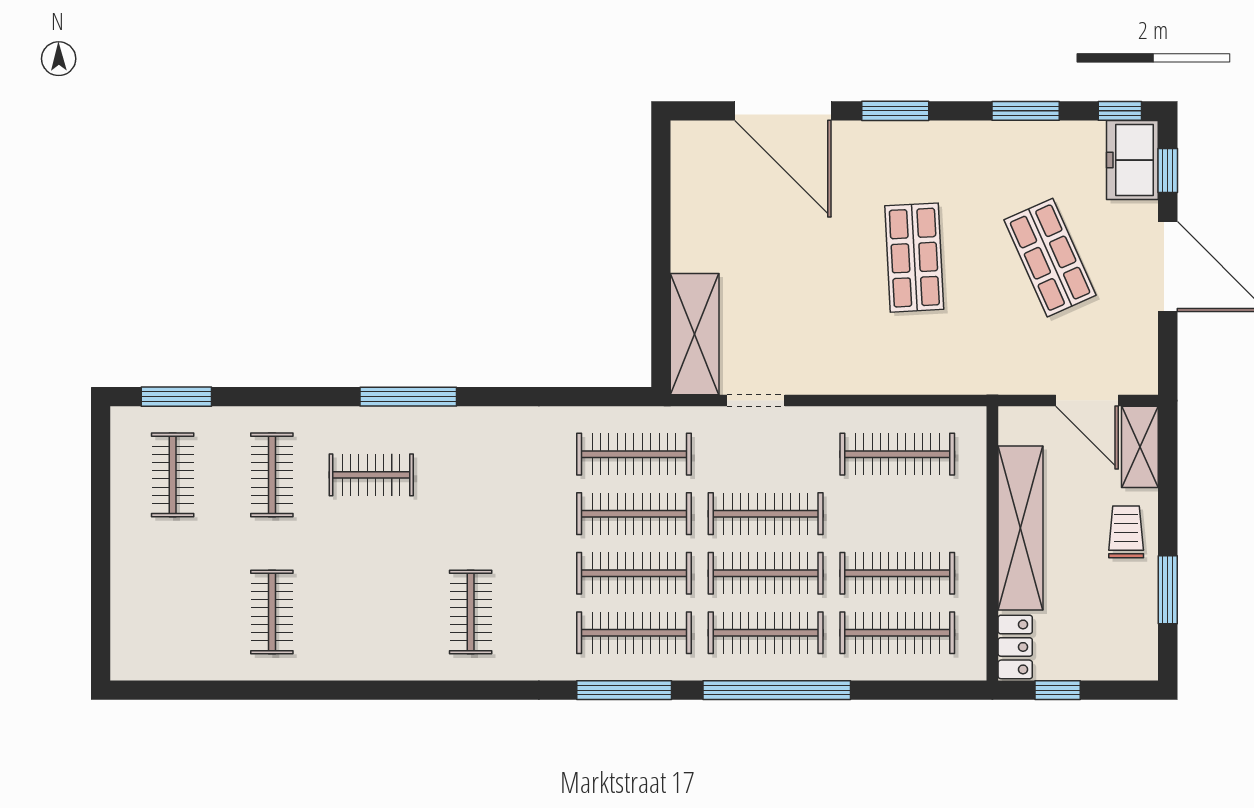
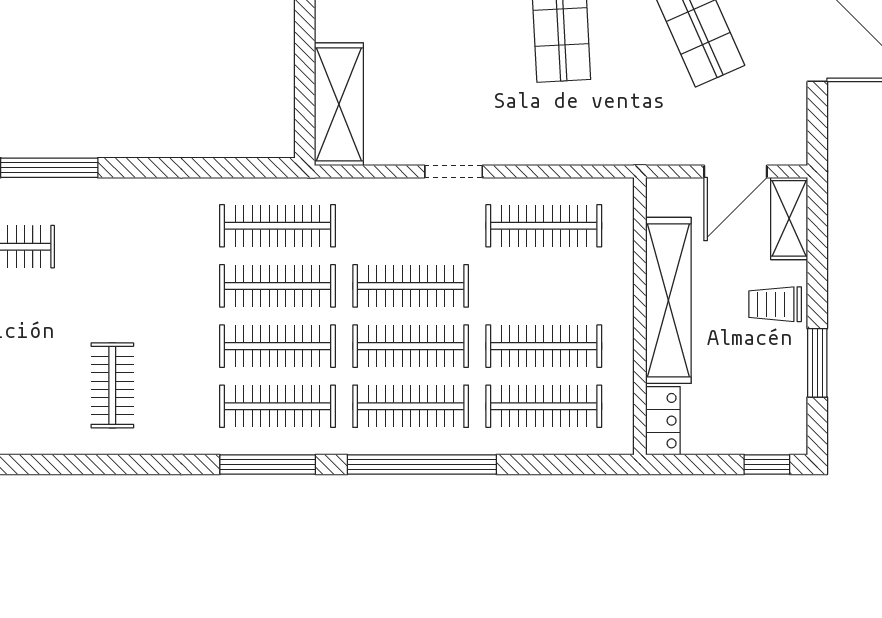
doorway: (756, 401) -> (454, 172), moved
door: (1087, 401) -> (735, 172), hinge flipped
trolley: (1126, 532) -> (775, 304), turned -90
window: (1058, 690) -> (767, 464), moved

